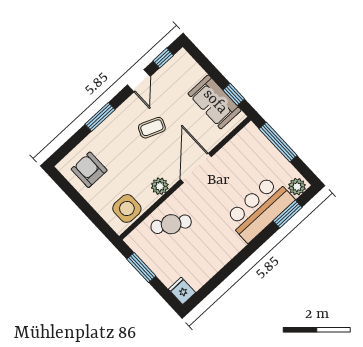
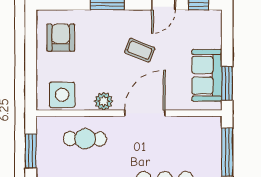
window: (234, 94) -> (227, 83), width x1.50
cafe table: (171, 224) -> (85, 139), turned -31

